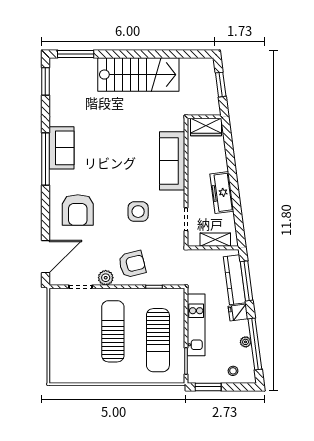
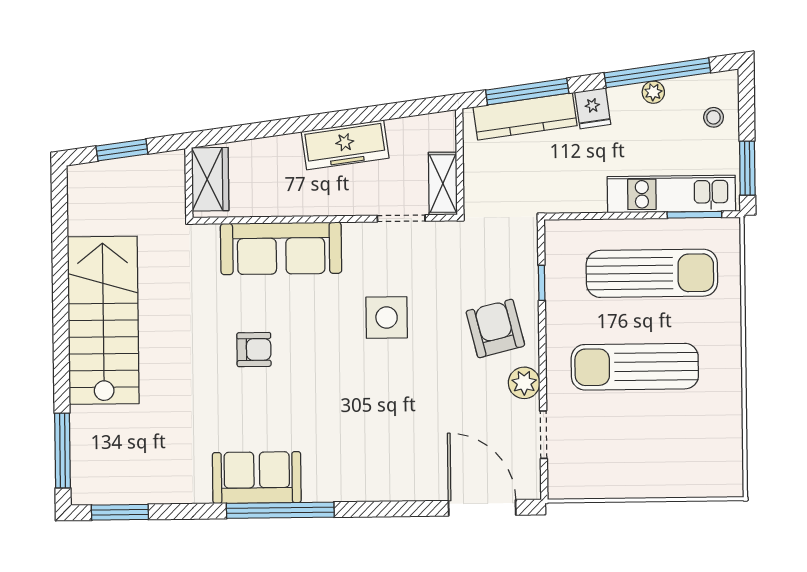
armchair: (78, 210) -> (254, 350), moved, width x0.53, depth x0.53
shelving: (215, 240) -> (443, 184), moved
kitchen unit: (196, 325) -> (671, 194), moved

